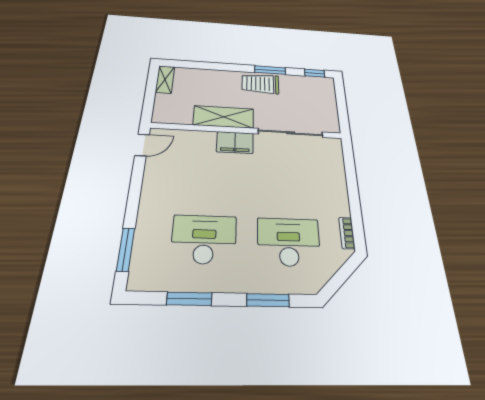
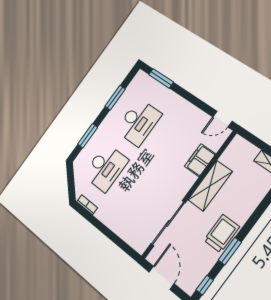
door: (342, 109) -> (162, 278), added
filing cabinet: (235, 142) -> (200, 160), moved
door: (142, 145) -> (222, 119), hinge flipped

